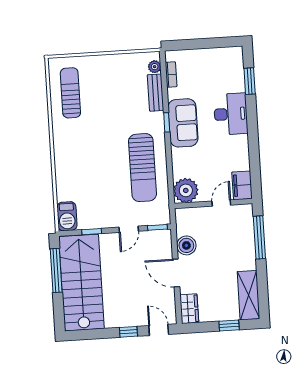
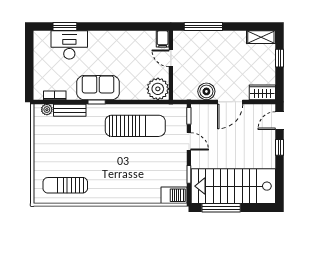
desk: (231, 114) -> (69, 45), moved
filing cabinet: (242, 185) -> (163, 39), width x0.50
shelving: (249, 295) -> (261, 37), width x0.67, depth x0.75

